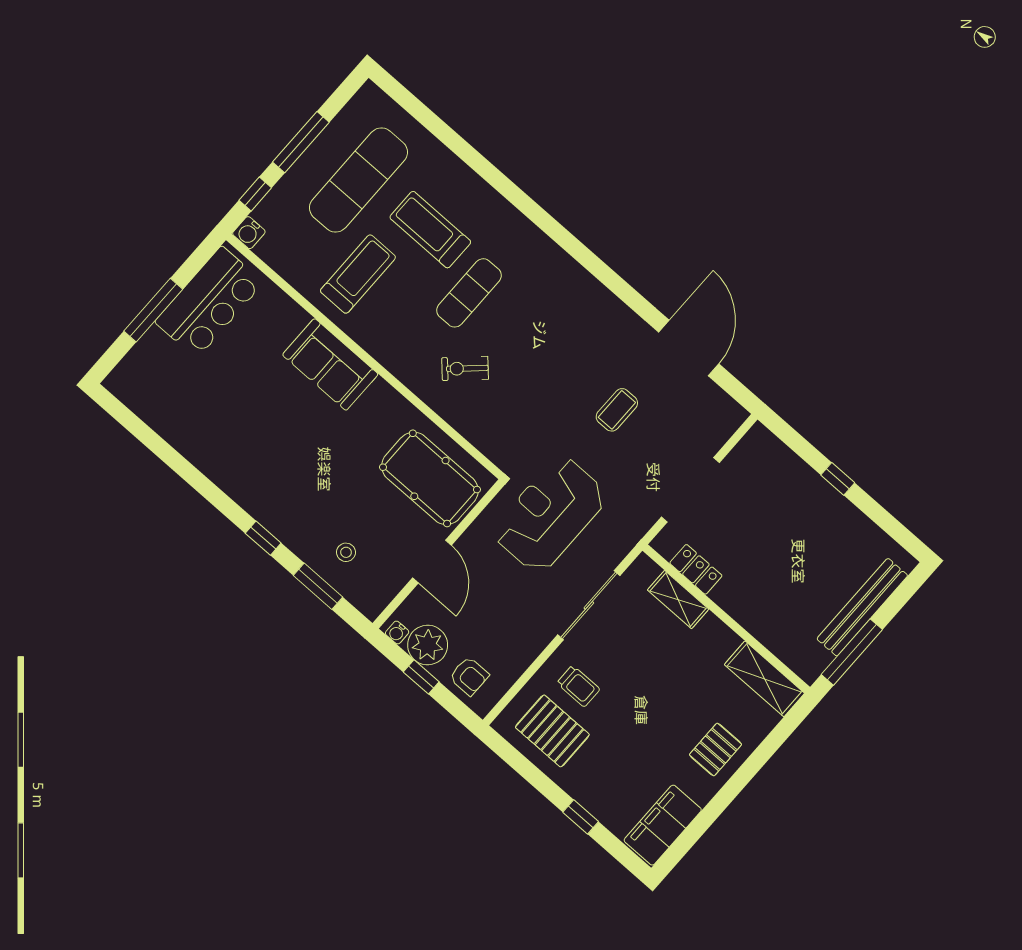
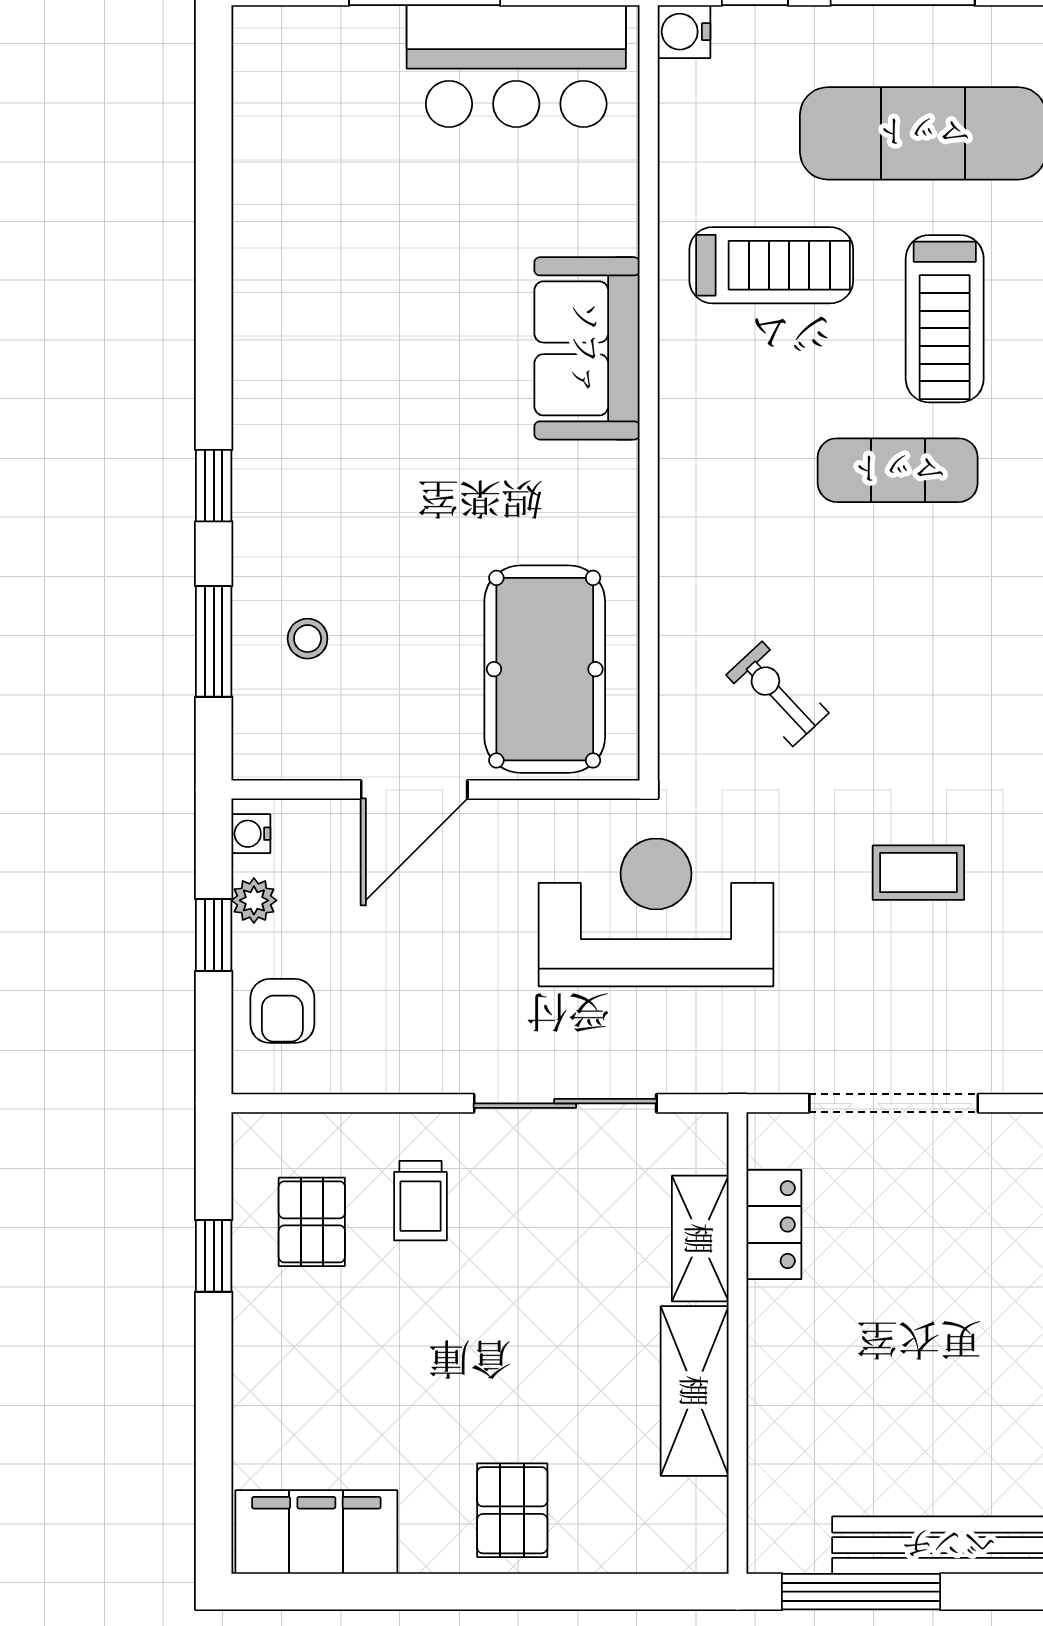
treadmill: (430, 230) -> (945, 319), turned 180
exercise bike: (465, 368) -> (777, 694), moved
plant: (428, 645) -> (254, 900), width x0.53, depth x0.53
shelving: (764, 679) -> (695, 1391), moved
pallet: (552, 731) -> (312, 1222), width x0.67, depth x0.71
pallet: (715, 749) -> (512, 1510), turned 90
window: (581, 817) -> (214, 1256), moved

